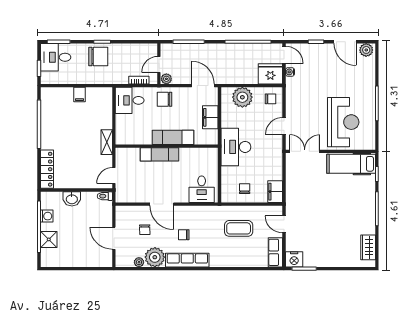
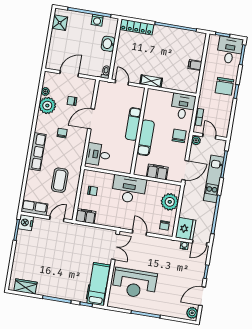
kitchen unit: (207, 51) -> (214, 179), added
shower: (49, 239) -> (60, 23), moved
row of seats: (187, 260) -> (37, 152), moved

